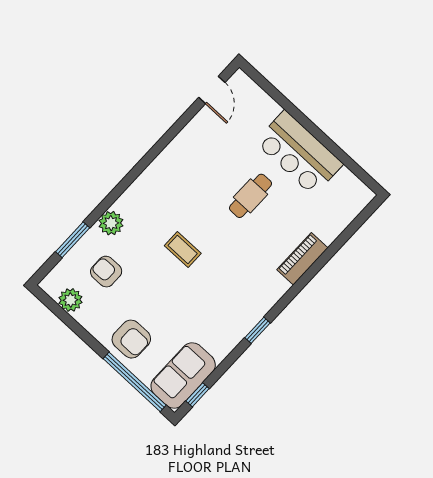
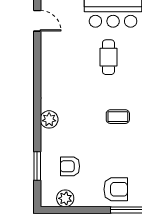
plant: (111, 223) -> (49, 119), moved
coffee table: (183, 249) -> (118, 117), moved

